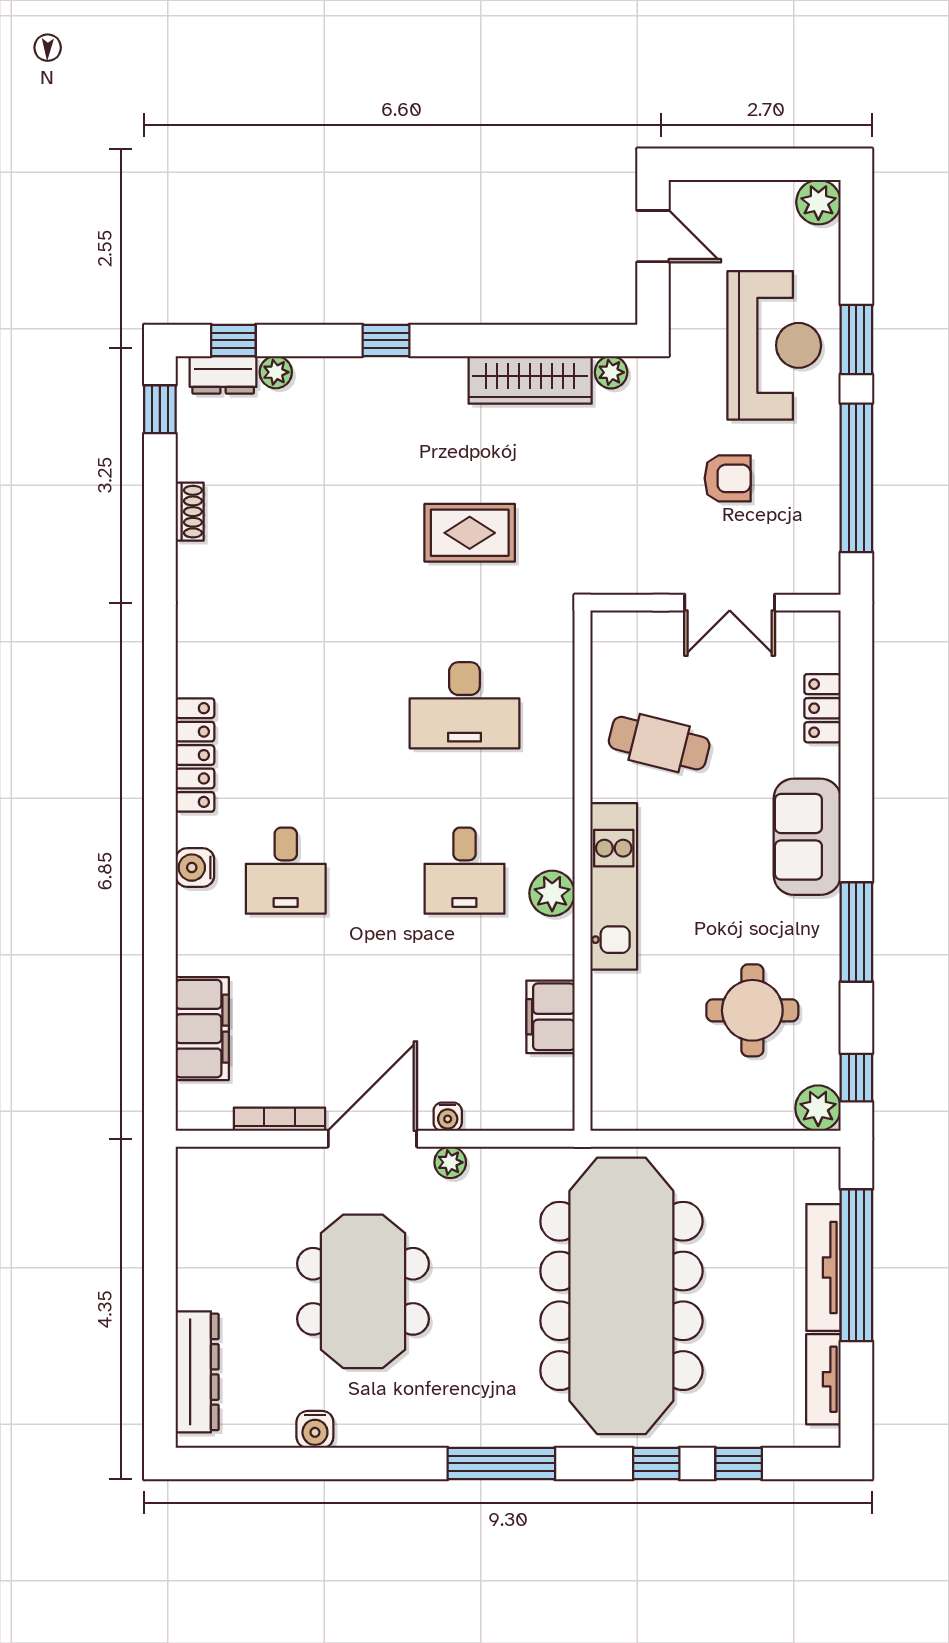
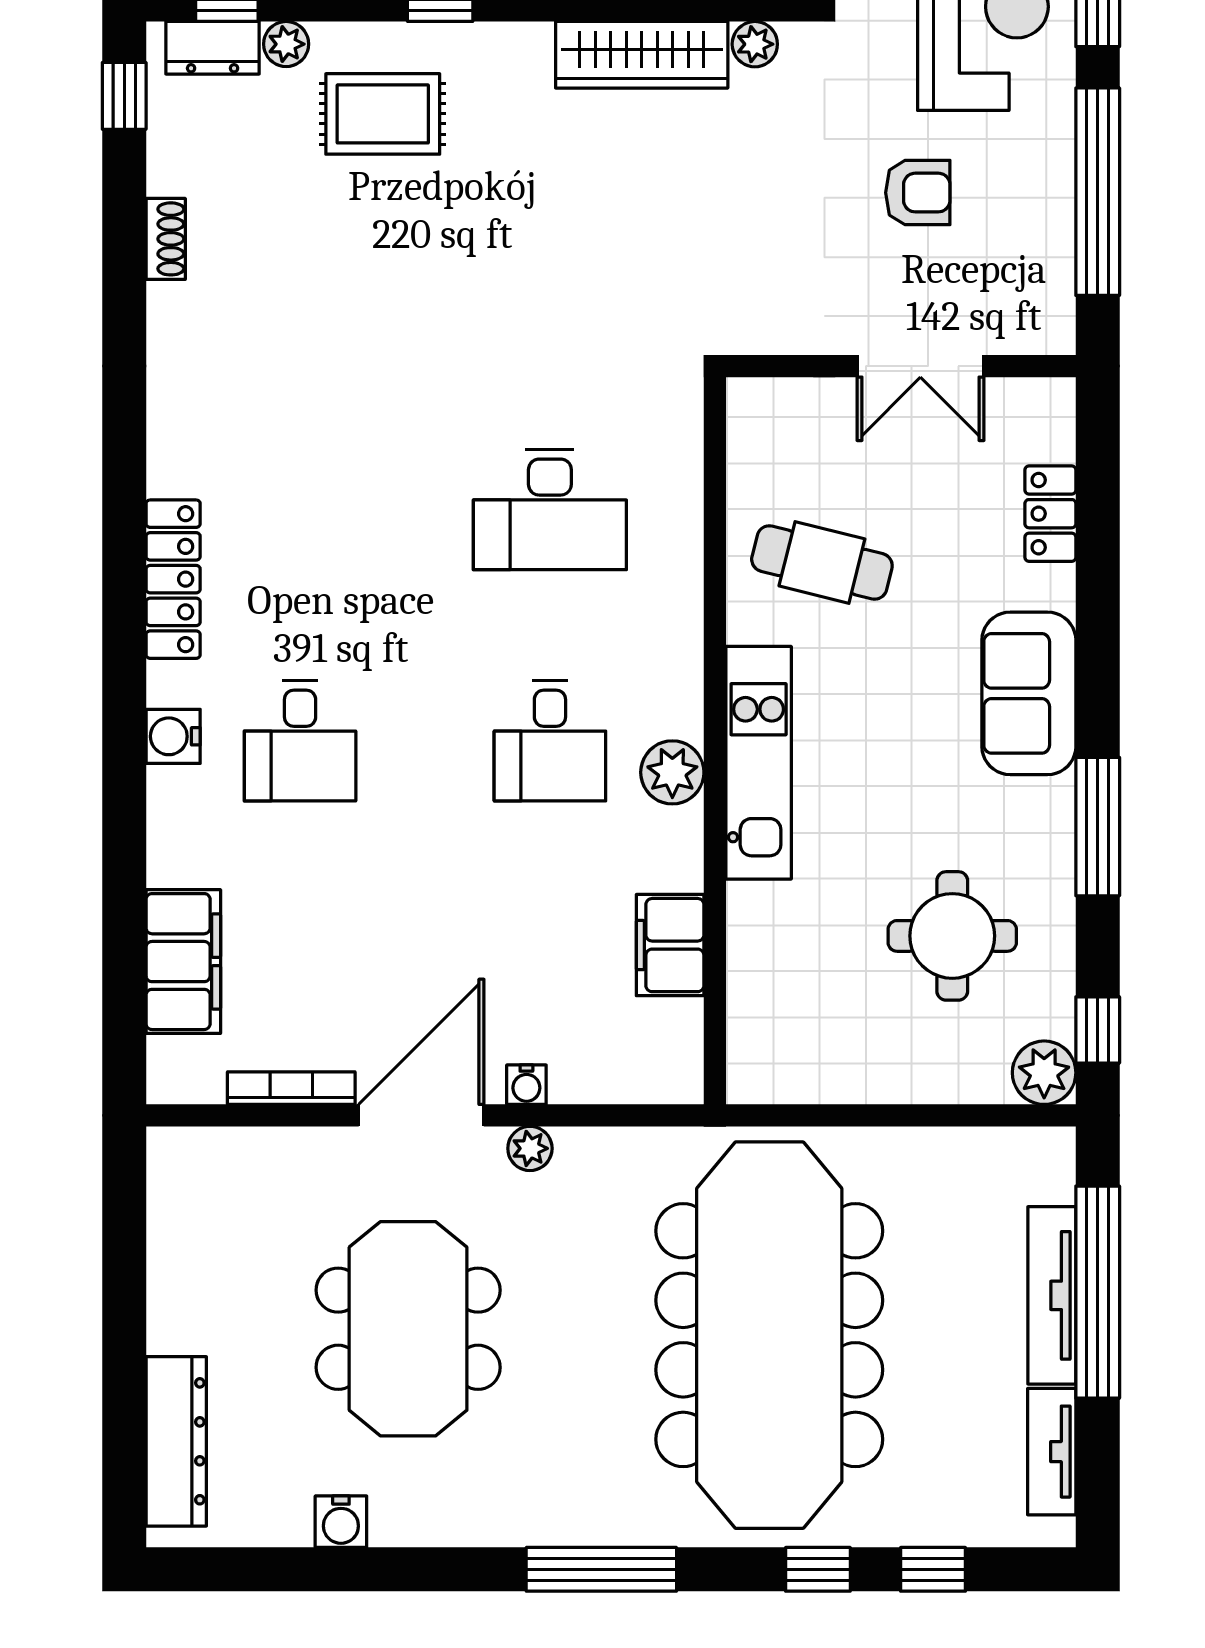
rug: (470, 533) -> (383, 114), moved

